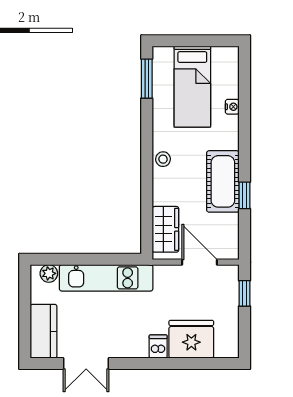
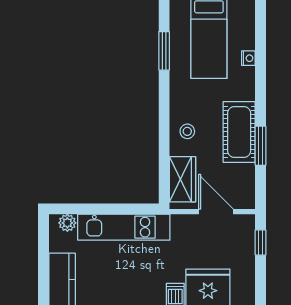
window: (147, 79) -> (164, 51), moved
stool: (163, 159) -> (187, 131), moved
window: (245, 195) -> (261, 146), width x1.50

